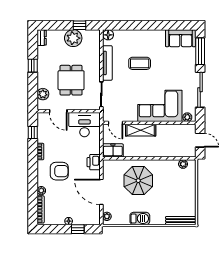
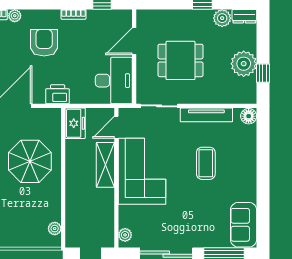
plant: (43, 94) -> (222, 18), moved
corner sofa: (160, 106) -> (142, 171), moved
armchair: (59, 171) -> (44, 43), turned 180

